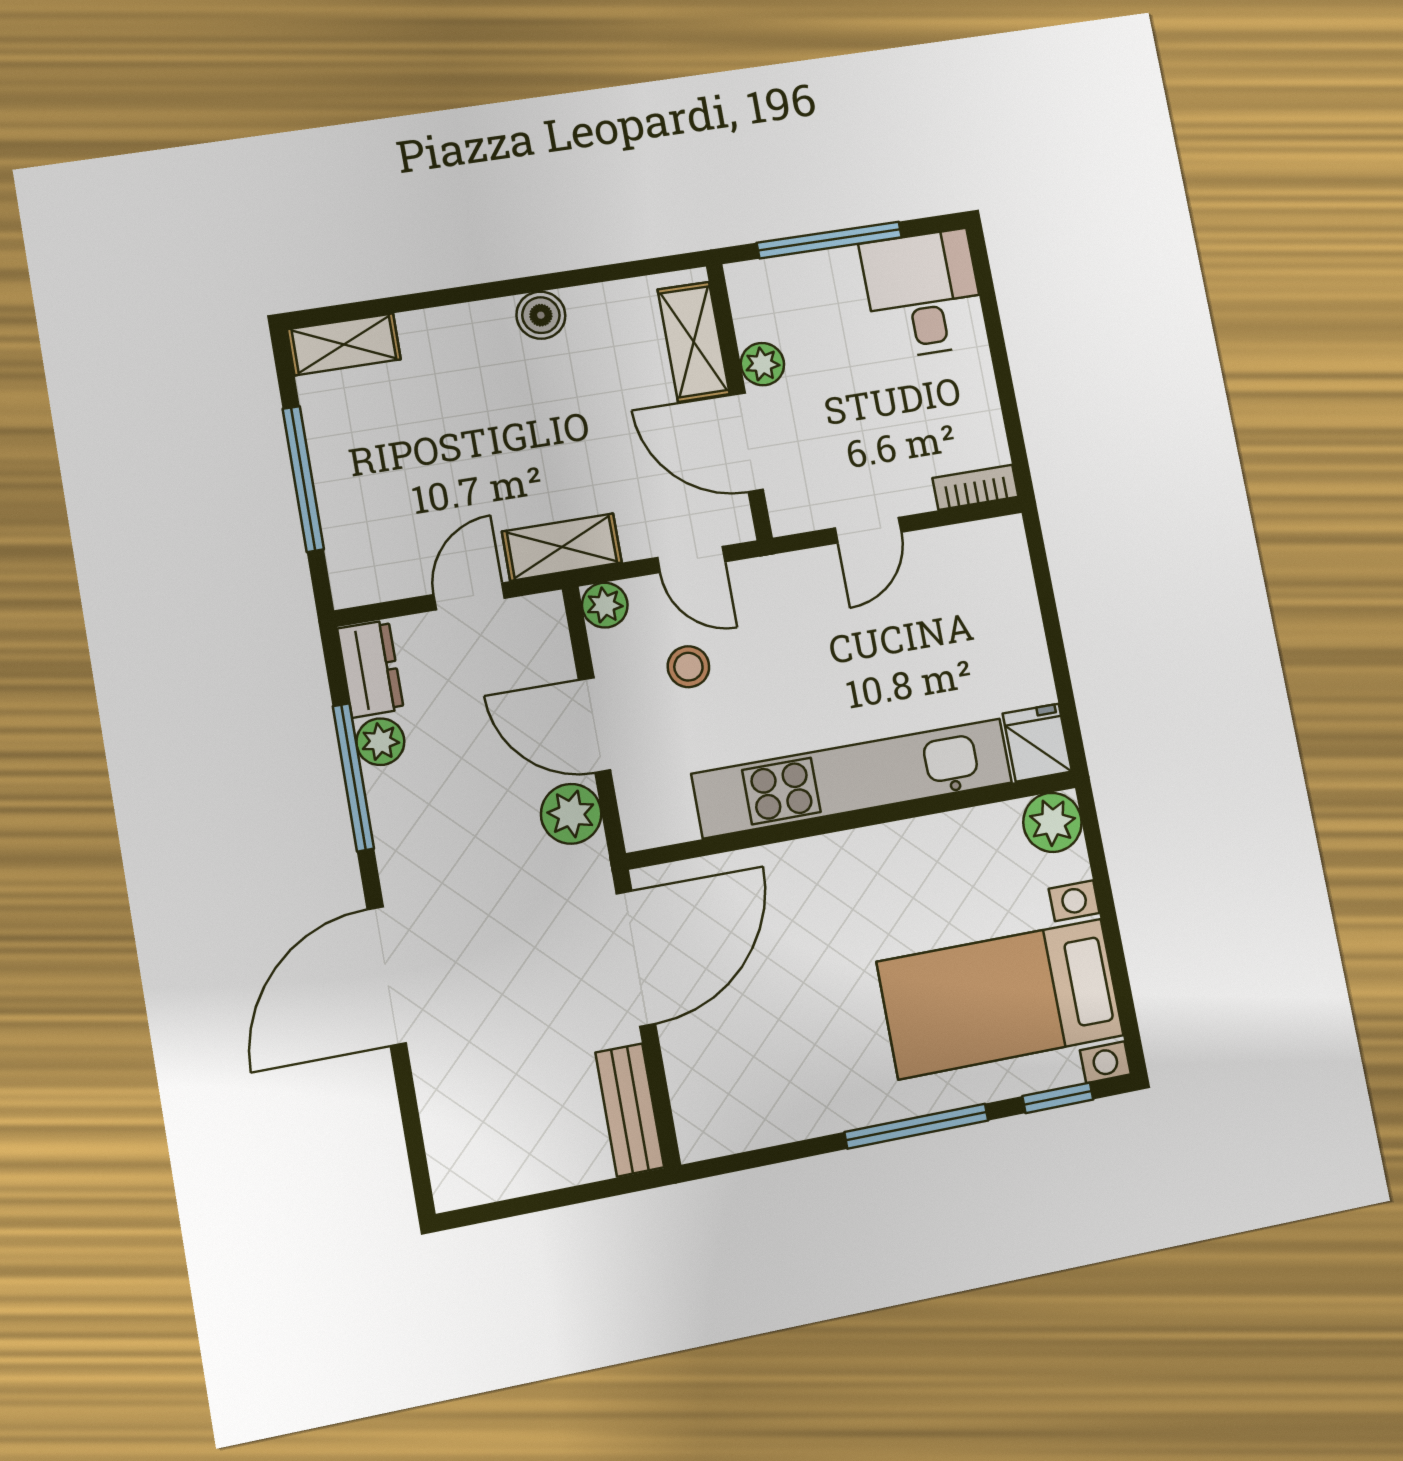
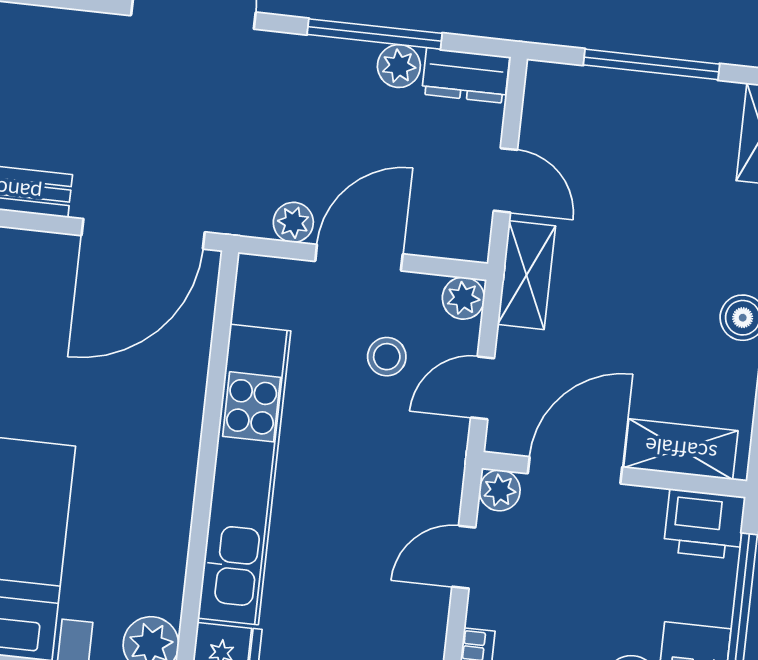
printer: (762, 298) -> (704, 524), added
plant: (762, 364) -> (500, 490), moved
door: (868, 530) -> (464, 557), hinge flipped
plant: (571, 814) -> (293, 222), width x0.73, depth x0.73
door: (636, 958) -> (143, 234), hinge flipped

